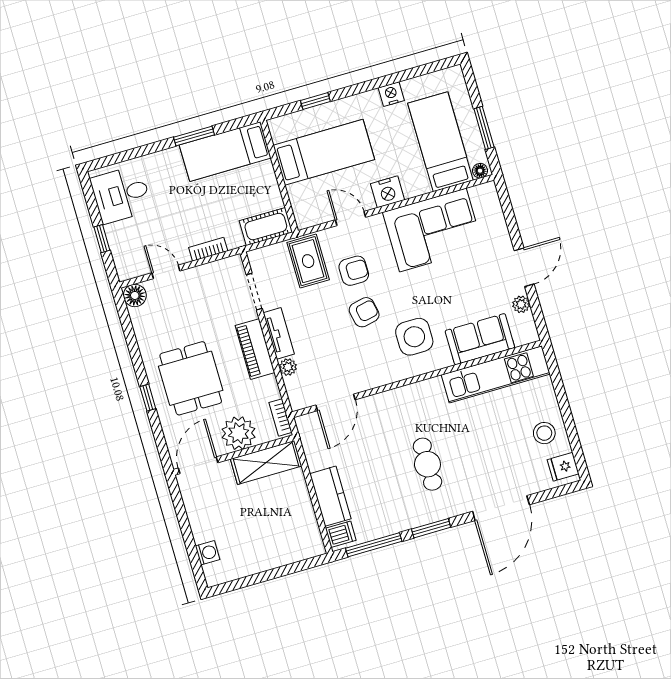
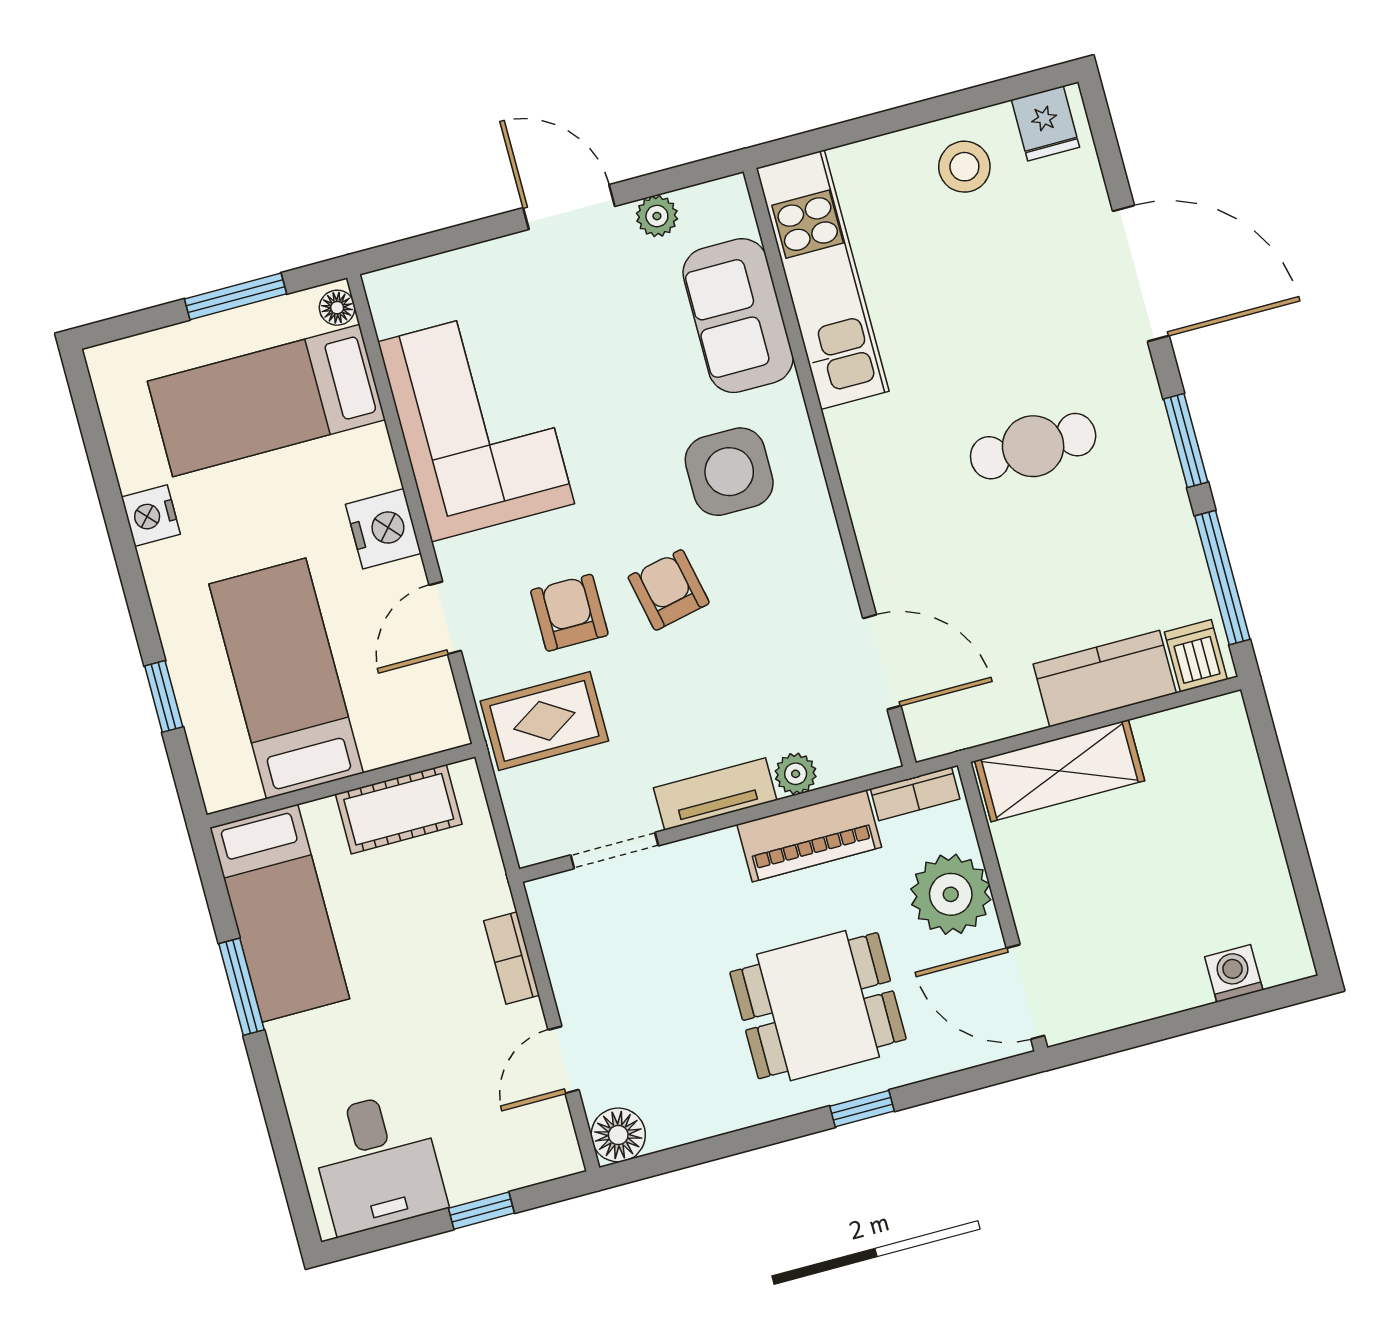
cot: (266, 227) -> (399, 809), moved, turned 90
piano: (255, 349) -> (809, 836), moved
shelving: (266, 462) -> (1060, 771), moved, turned 90

